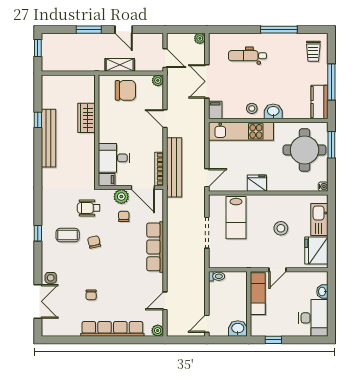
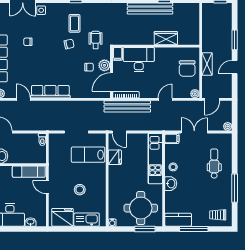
desk: (114, 158) -> (139, 60), width x1.37
fridge: (257, 183) -> (115, 157), moved
row of seats: (155, 247) -> (50, 92), moved

